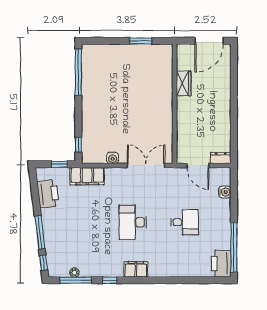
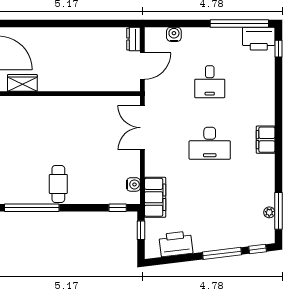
wardrobe: (184, 83) -> (22, 83), moved
cafe table: (98, 95) -> (58, 184), added
water cooler: (113, 158) -> (133, 184), moved
desk: (185, 222) -> (210, 82), turned 180
window: (110, 280) -> (278, 49), moved

